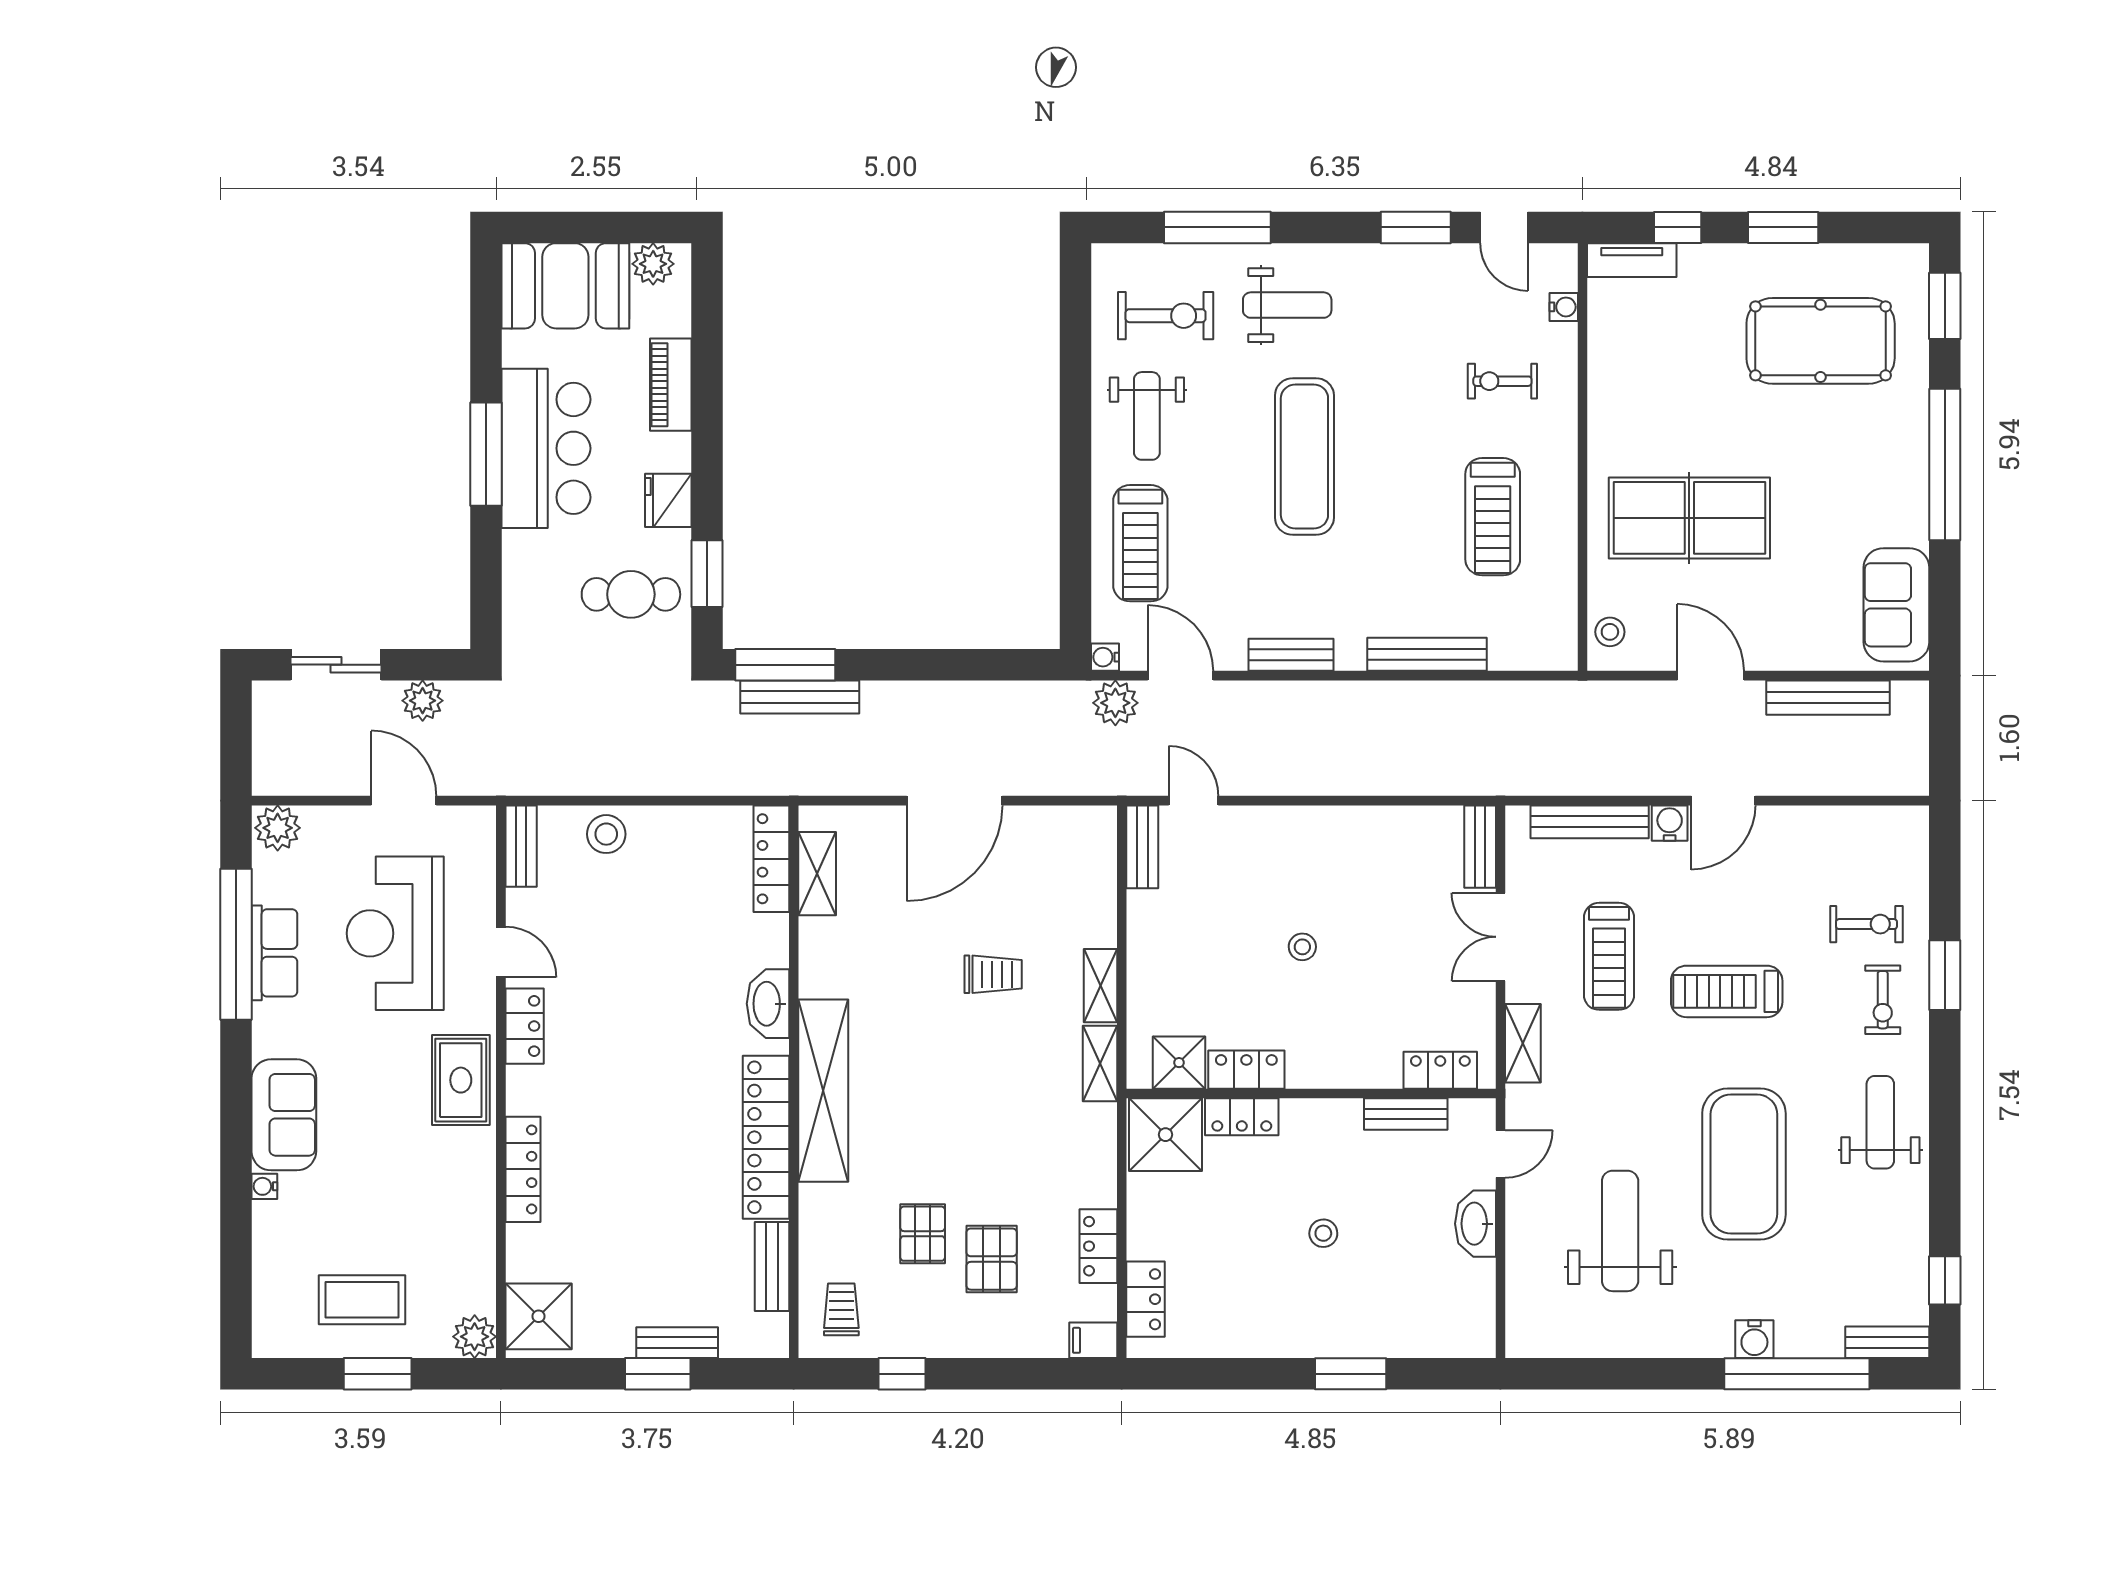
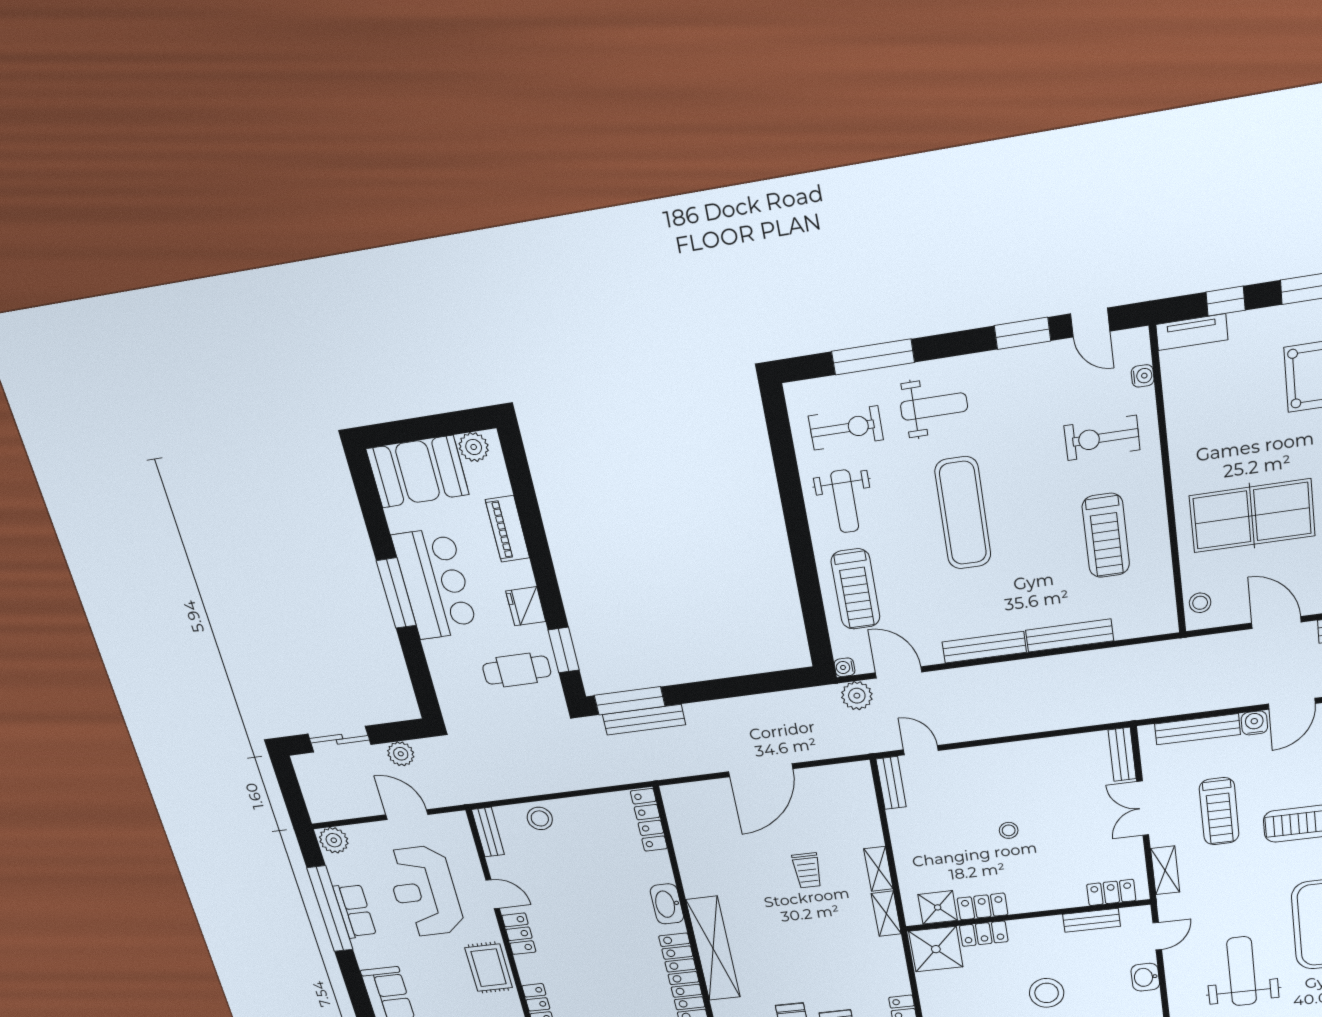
exercise bike: (1502, 381) -> (1102, 438), width x1.38, depth x1.39
bench: (1291, 655) -> (984, 647), width x1.36
shelving: (817, 874) -> (681, 825), removed
trolley: (993, 974) -> (807, 870), turned 90
washbasin: (1475, 1224) -> (1145, 977), width x0.72
stool: (1323, 1233) -> (1047, 993), width x1.89, depth x1.89

